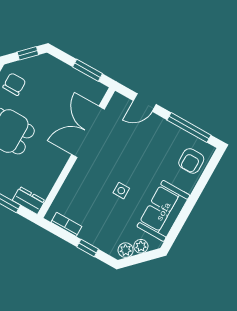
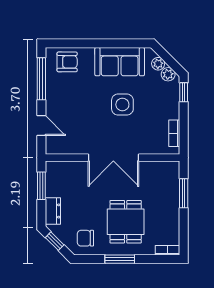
double door: (88, 132) -> (113, 158), moved
side table: (121, 191) -> (122, 105), width x1.87, depth x1.87
dresser: (29, 200) -> (53, 211), moved, turned 180
window: (88, 248) -> (184, 92), moved

